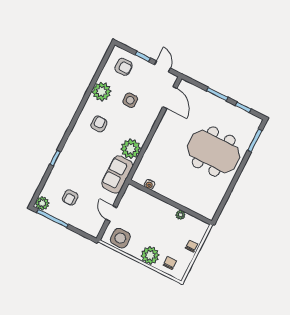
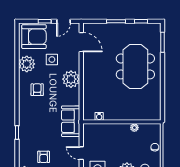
door: (162, 66) -> (63, 21), swing flipped
armchair: (124, 67) -> (34, 37), width x1.88, depth x1.88
plant: (131, 149) -> (71, 79), moved
meeting table: (214, 152) -> (135, 66), turned 90

